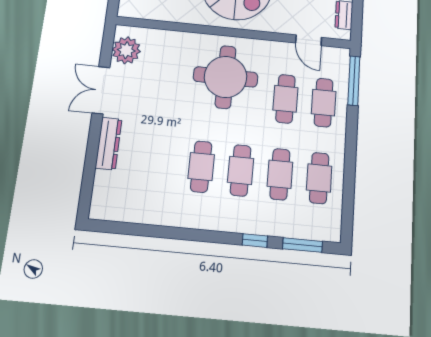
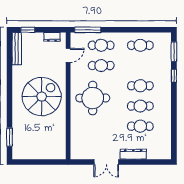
plant: (126, 50) -> (84, 152), removed
cafe table: (280, 174) -> (140, 126), moved

